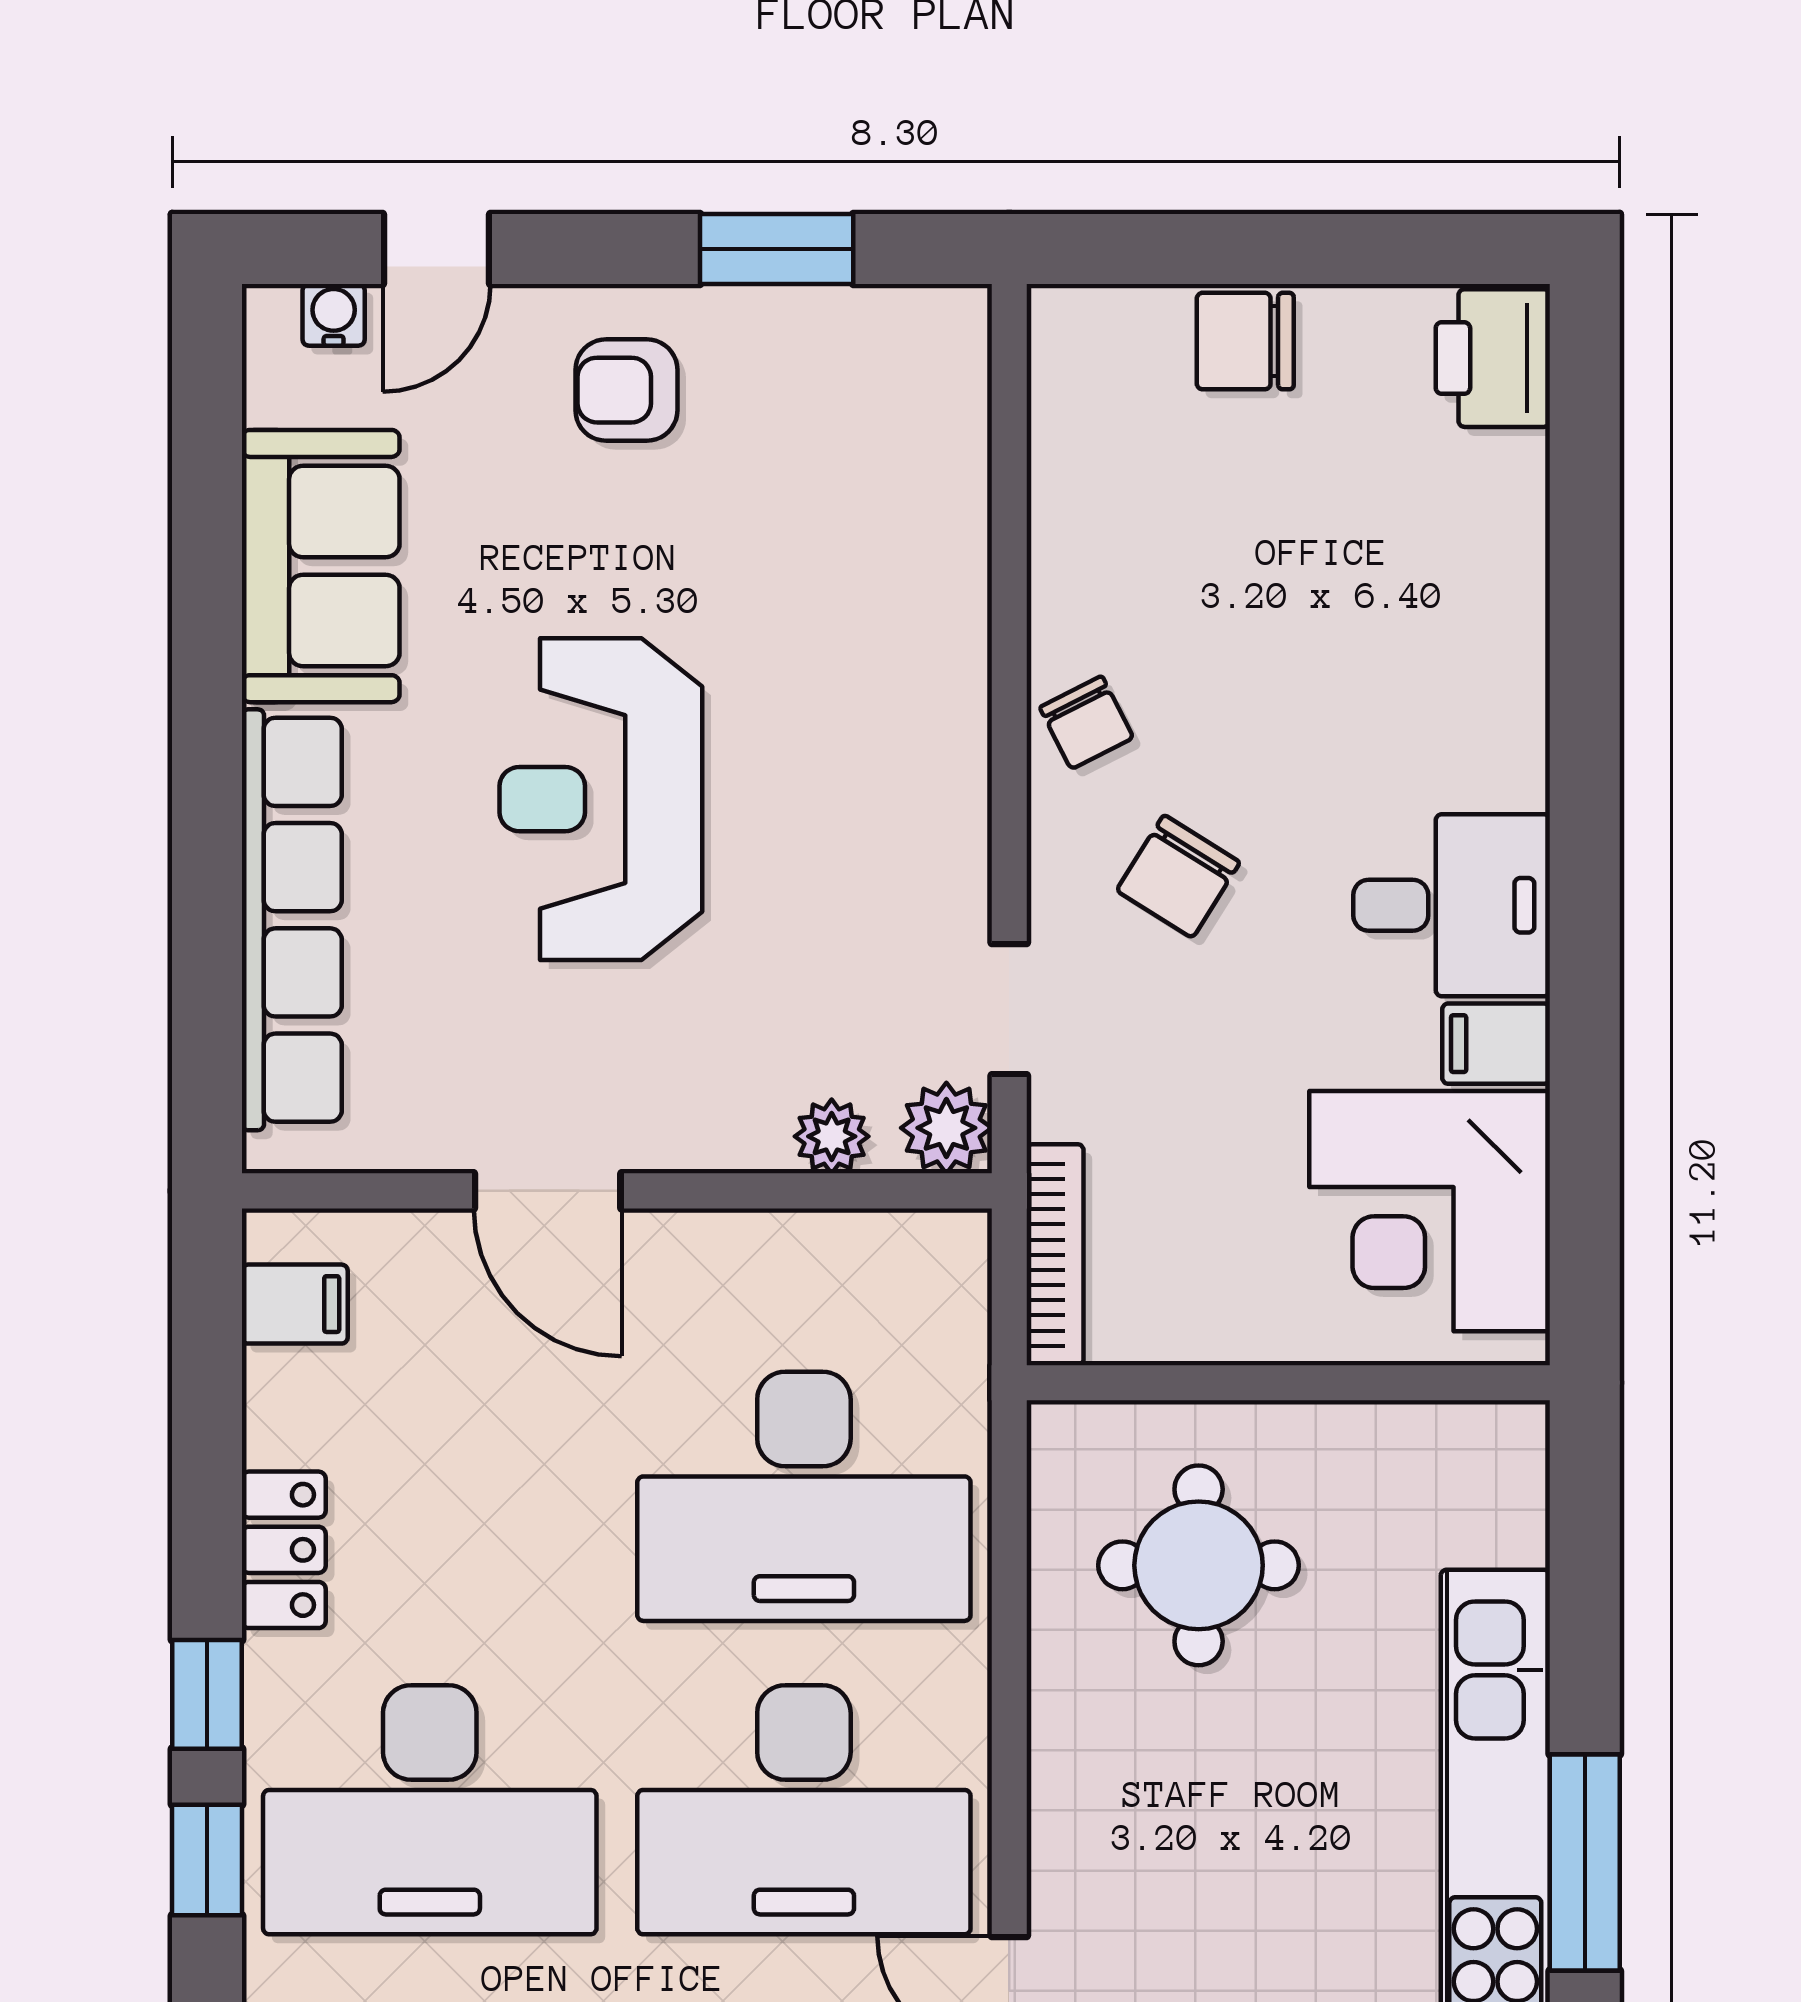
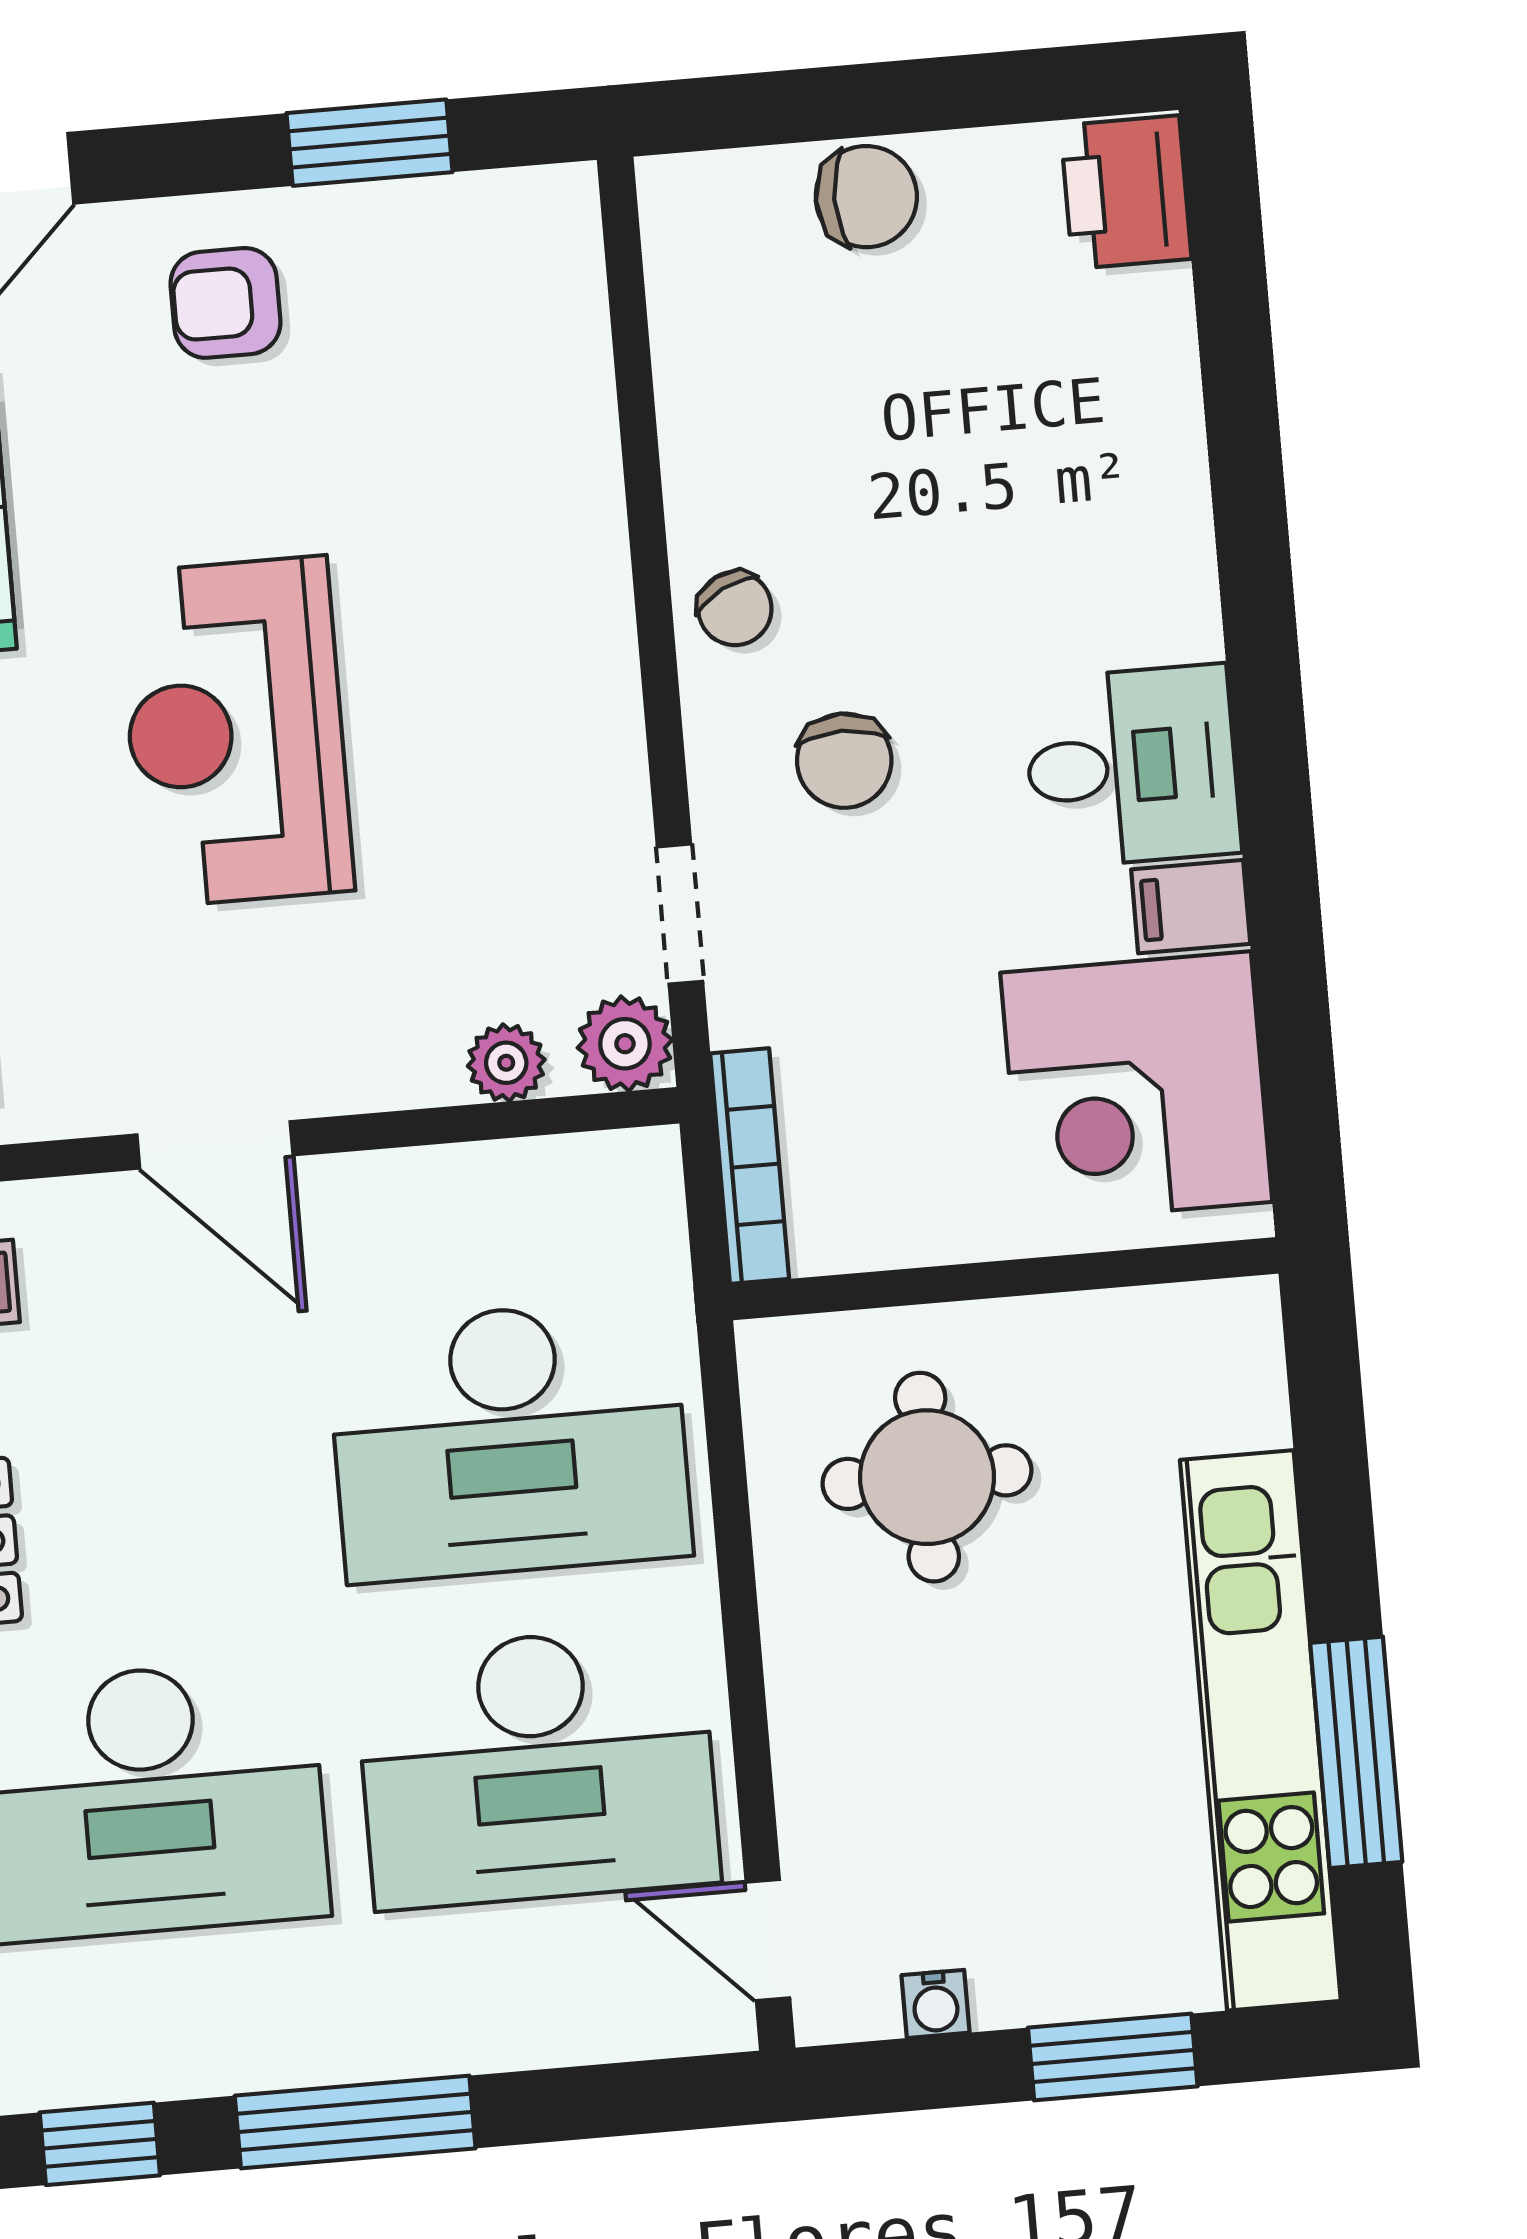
chair: (1245, 341) -> (866, 197), turned 180
chair: (1178, 876) -> (844, 761), turned -32

